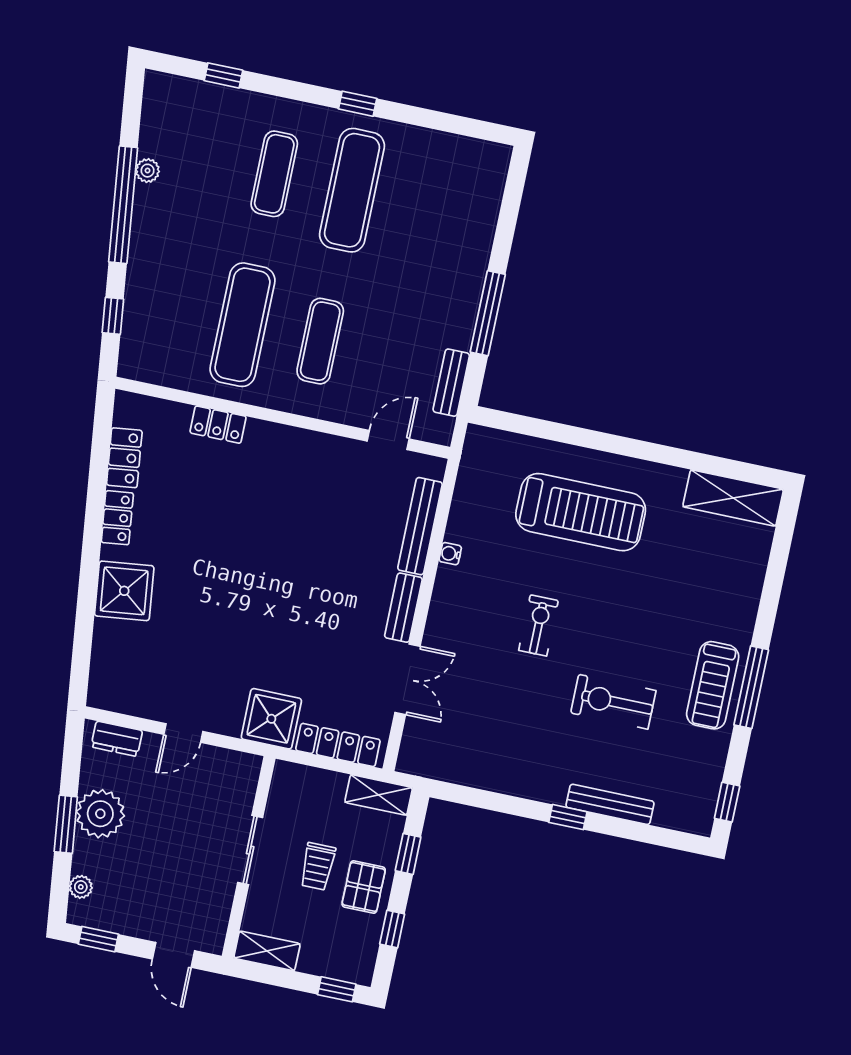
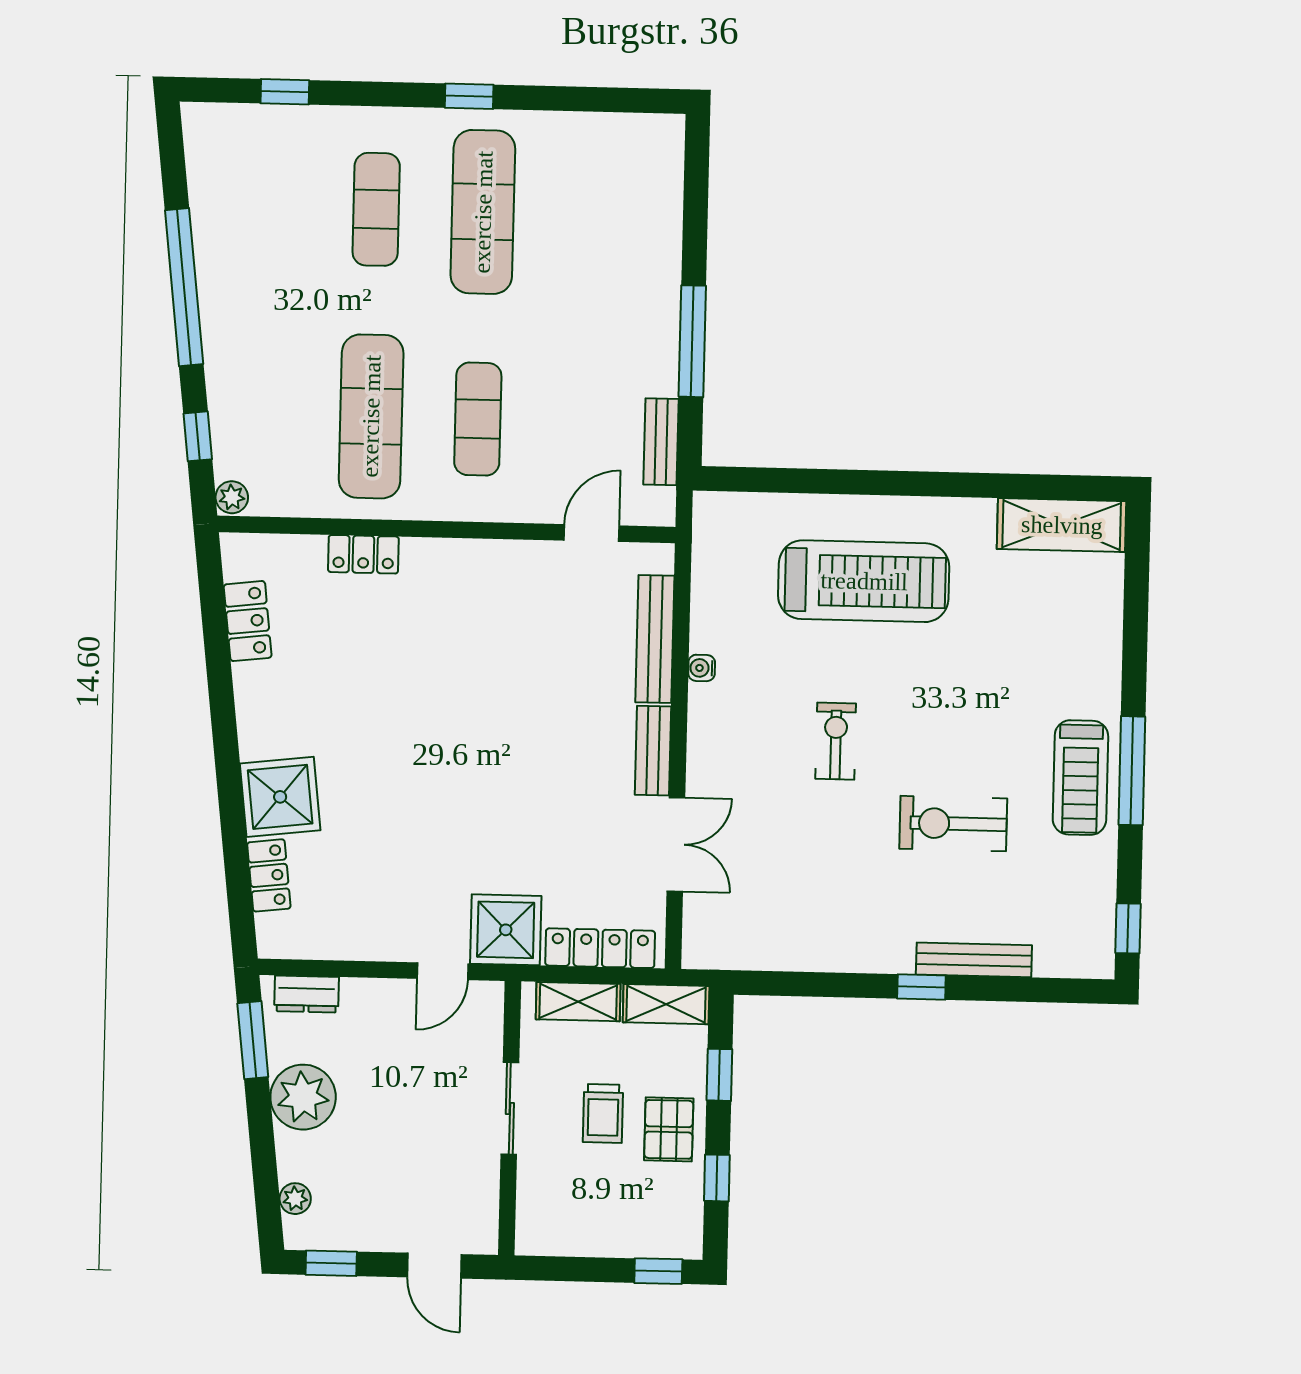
plant: (148, 171) -> (232, 497), moved
locker: (117, 518) -> (269, 875), moved
door: (183, 733) -> (443, 971), moved
window: (66, 824) -> (253, 1040), moved
shelving: (267, 951) -> (578, 1002), moved

